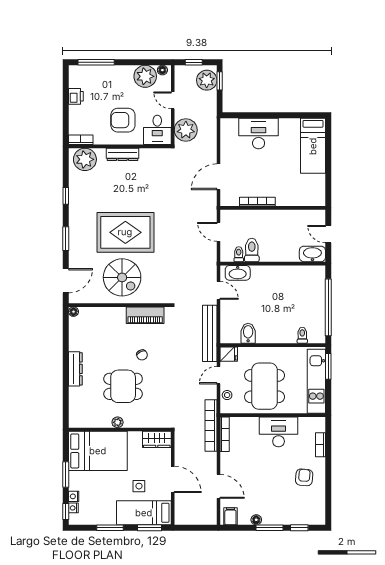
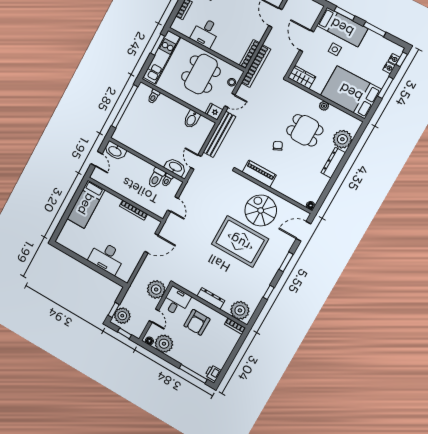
printer: (76, 96) -> (213, 373), moved
armchair: (123, 120) -> (197, 322), turned 90
bed: (313, 146) -> (86, 204), moved, turned 180
window: (328, 366) -> (158, 45), moved
plant: (80, 398) -> (342, 139), added
desk: (279, 432) -> (205, 33), width x0.73

